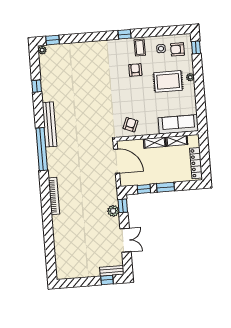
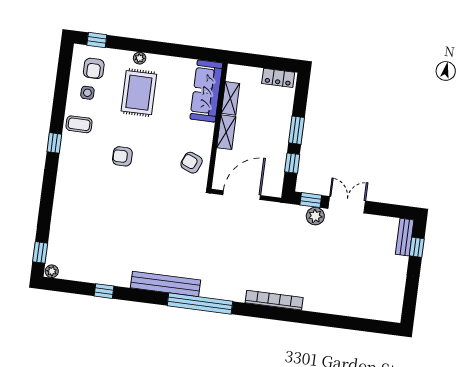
armchair: (135, 70) -> (122, 156), moved
locker: (196, 163) -> (278, 78), width x0.66
double door: (126, 240) -> (347, 205), moved

